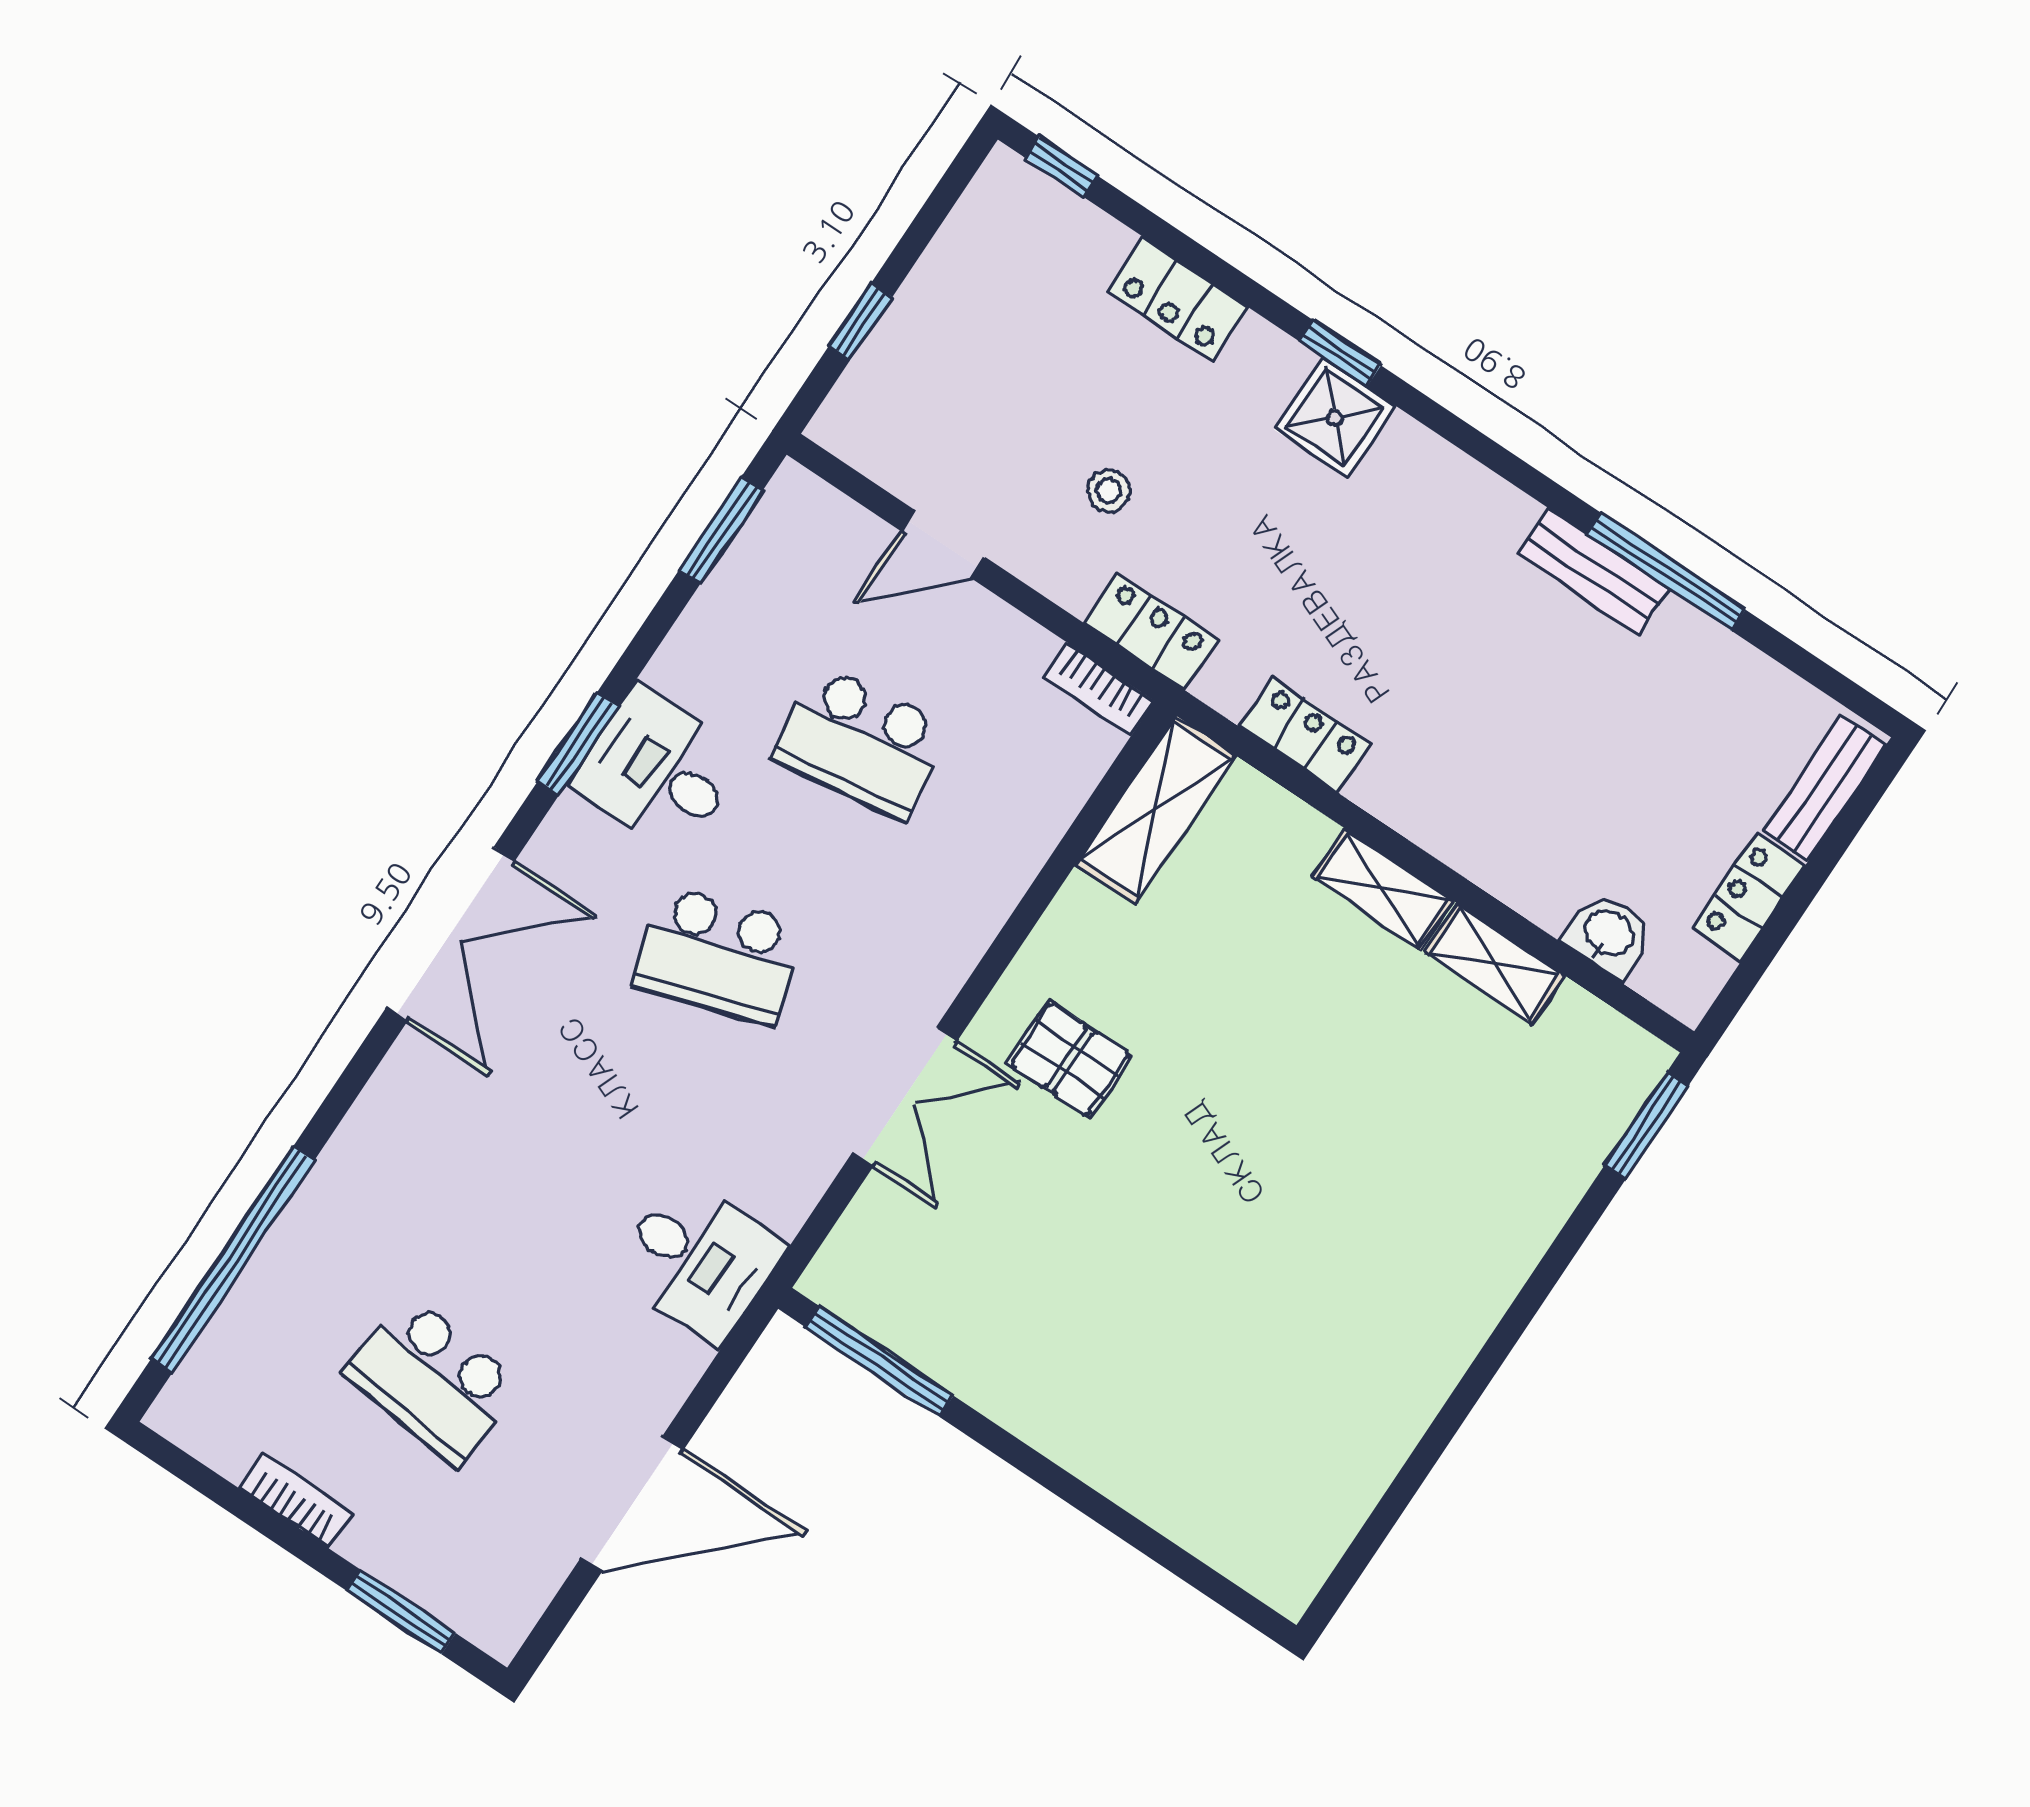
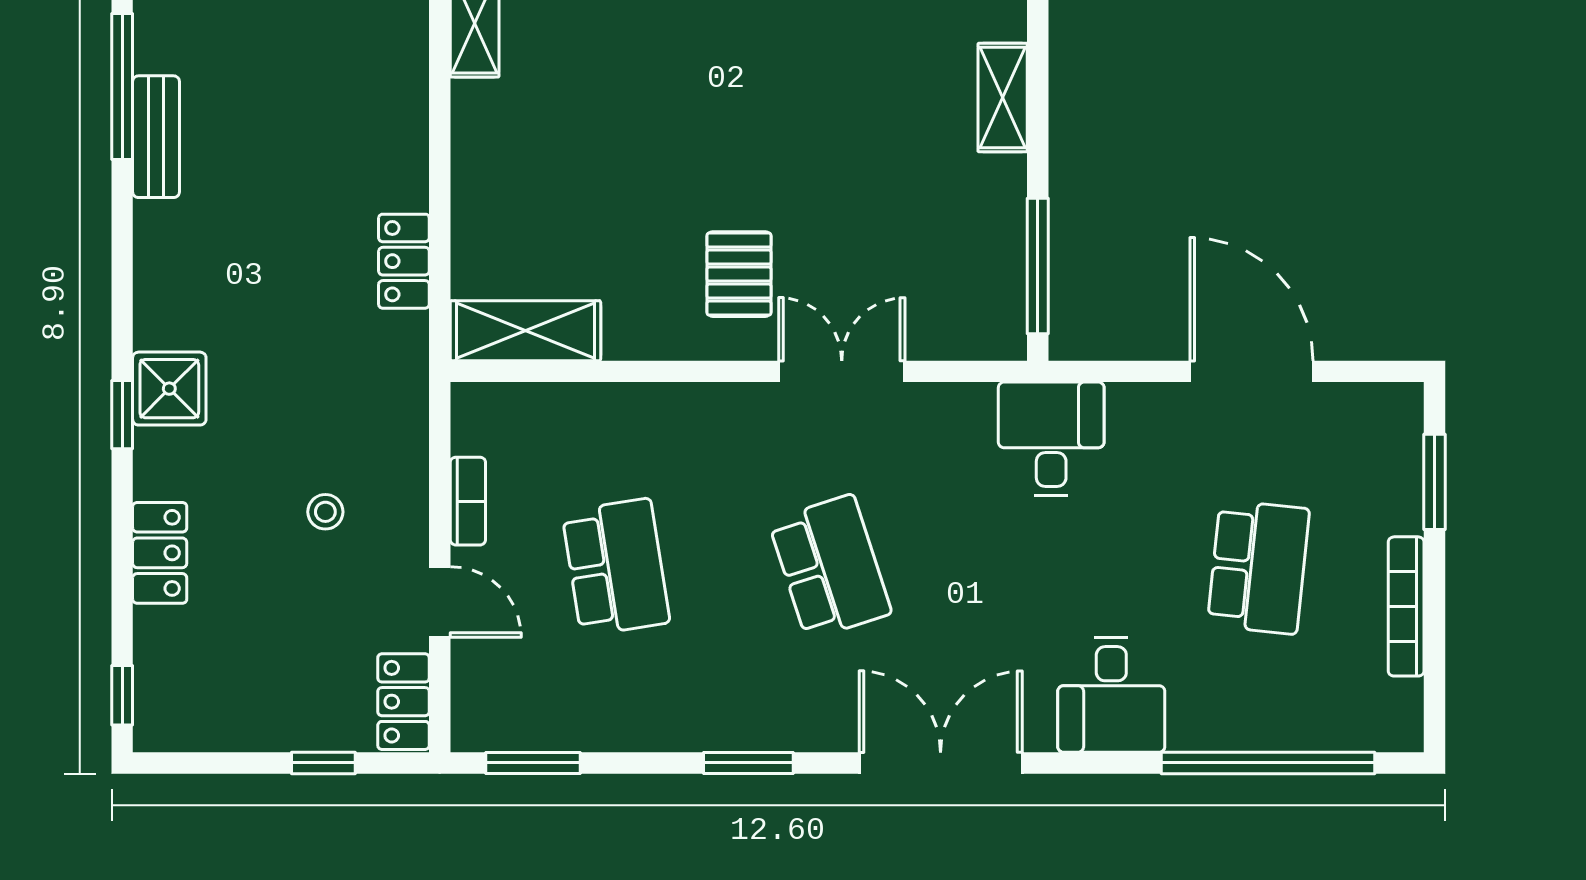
locker: (1151, 631) -> (403, 702), moved
bookcase: (1099, 689) -> (468, 501), moved
desk: (658, 770) -> (1111, 695), moved
shelving: (1382, 889) -> (1003, 98), moved
bookcase: (296, 1501) -> (1406, 606), width x1.56

